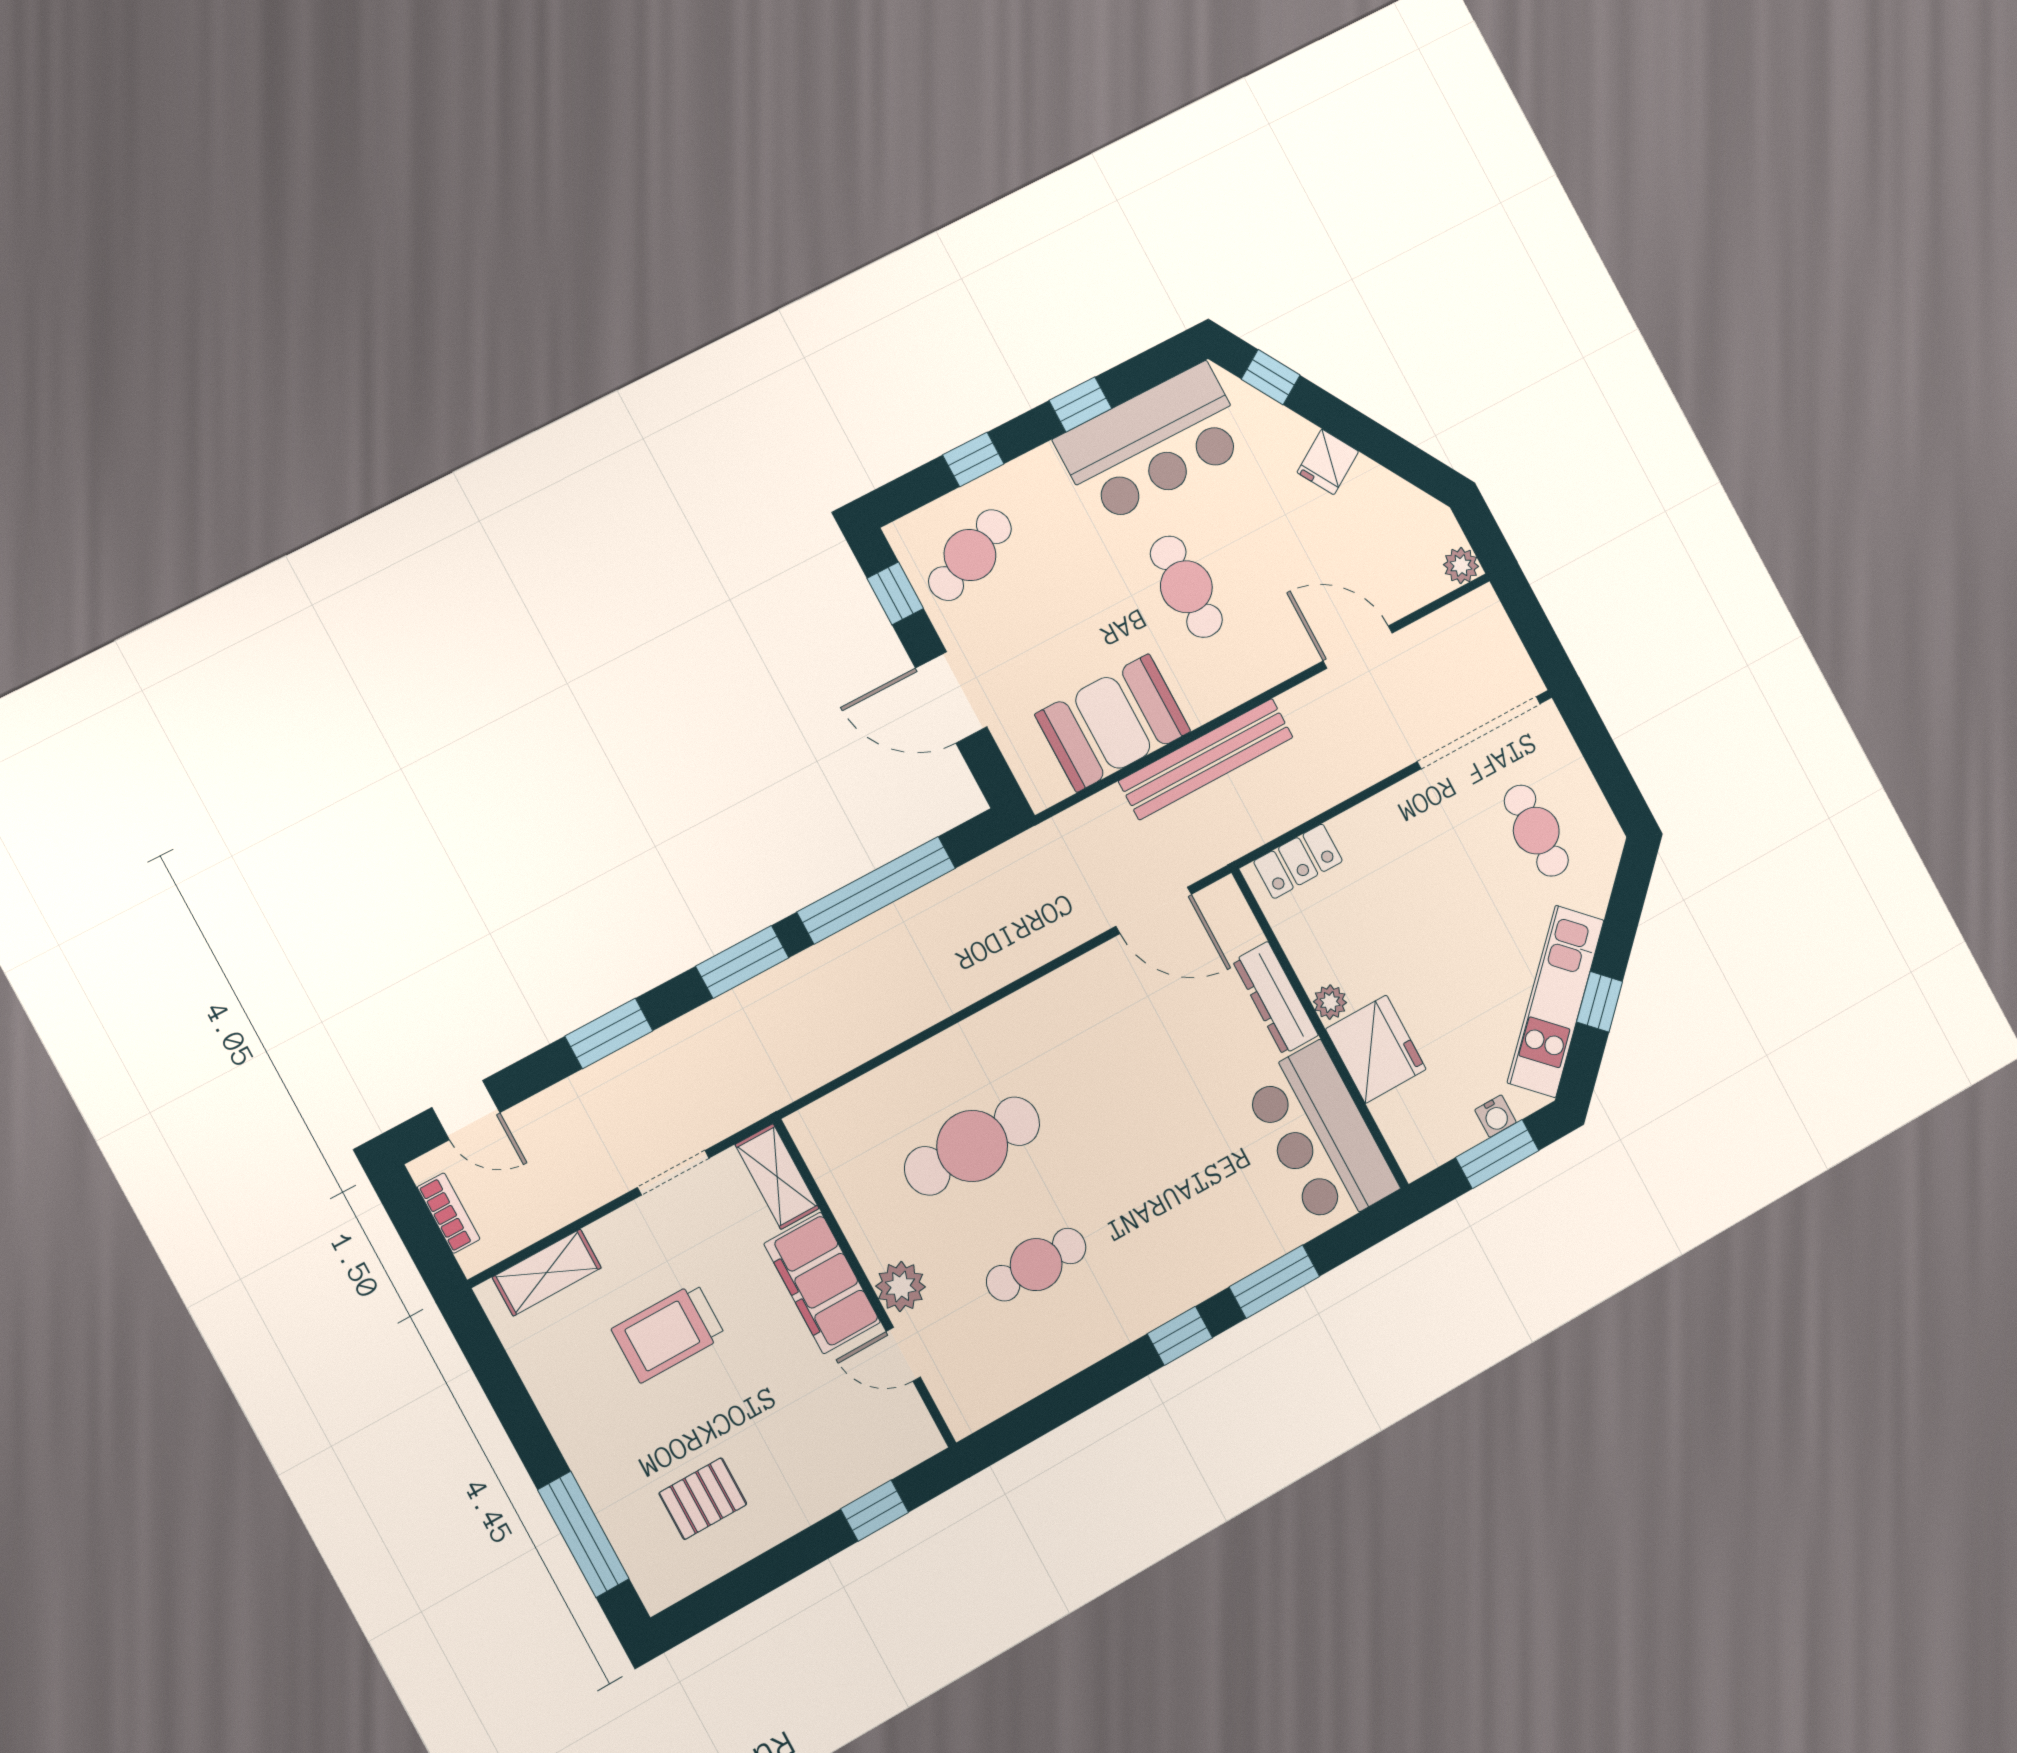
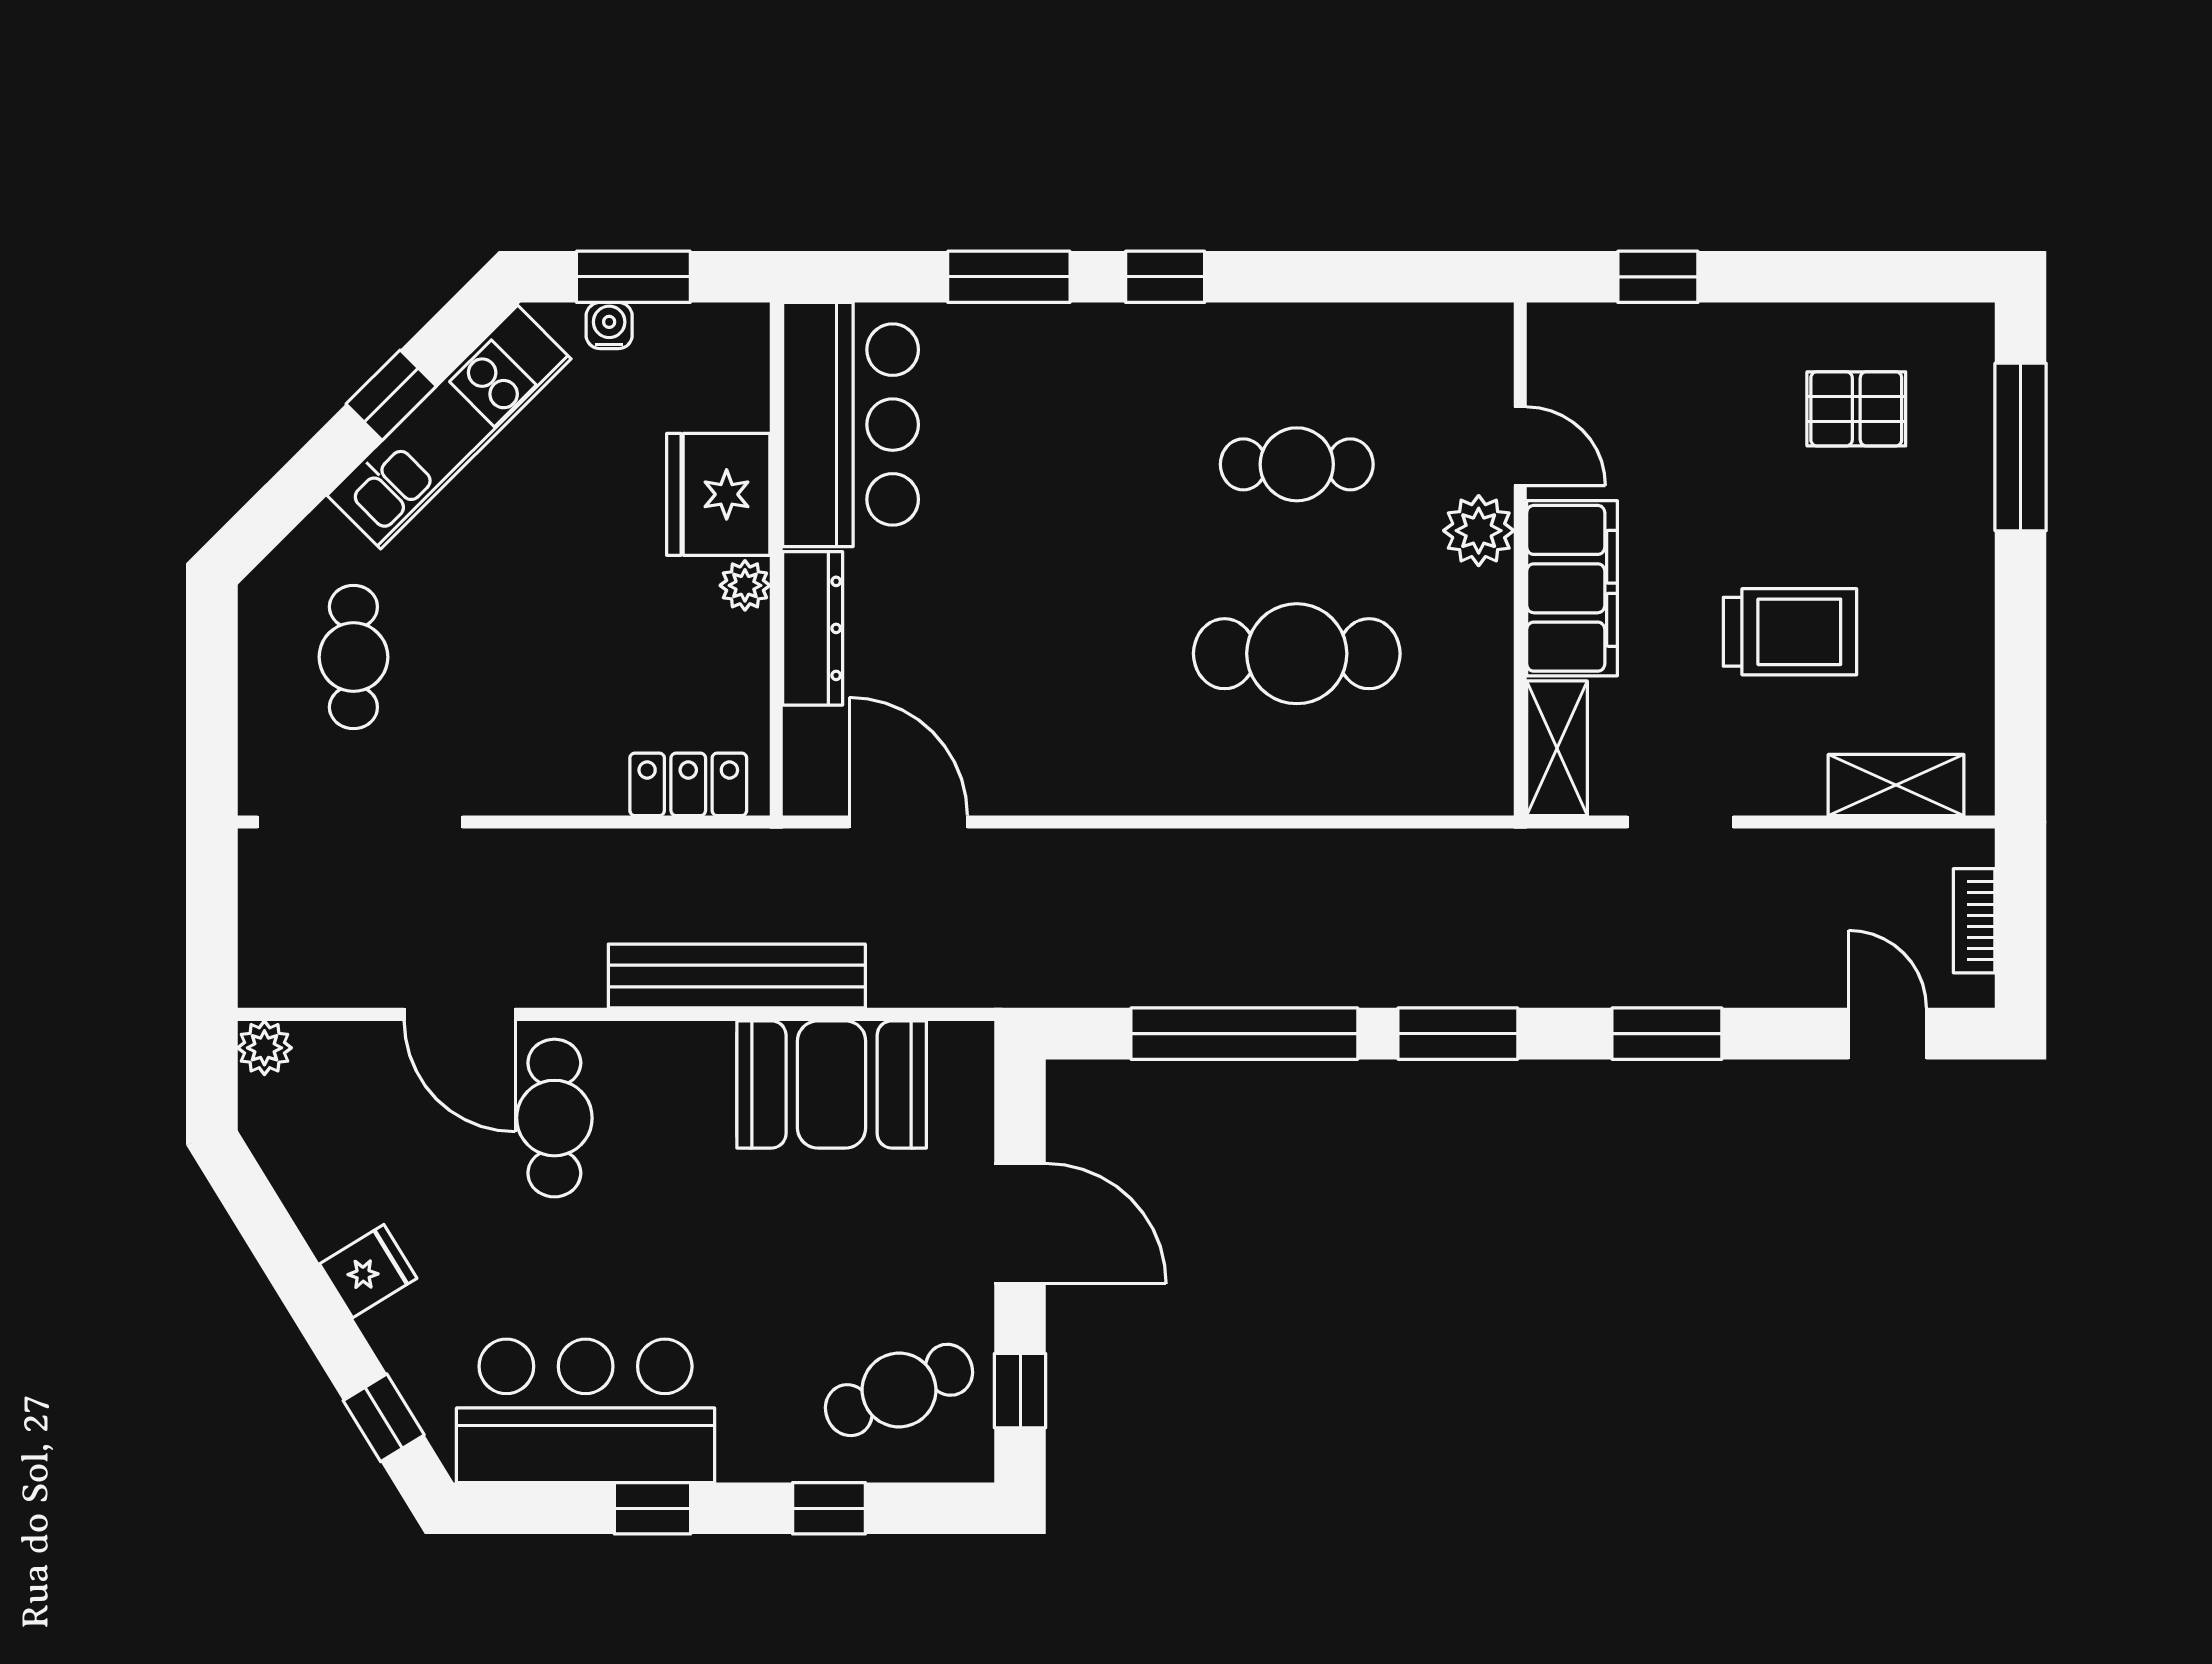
cafe table: (1186, 587) -> (554, 1118), moved

